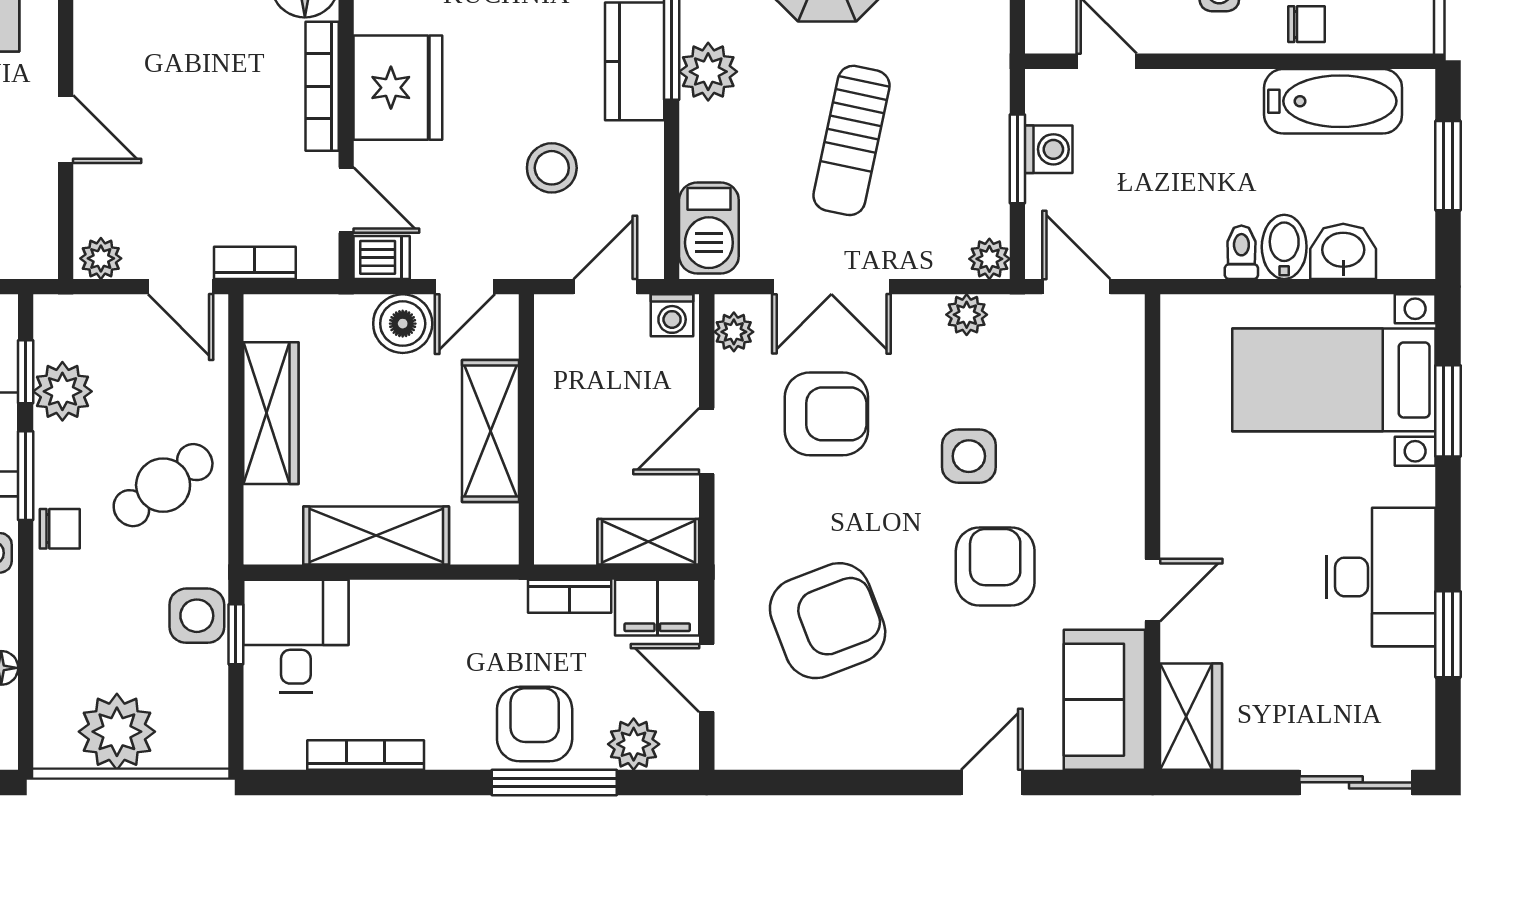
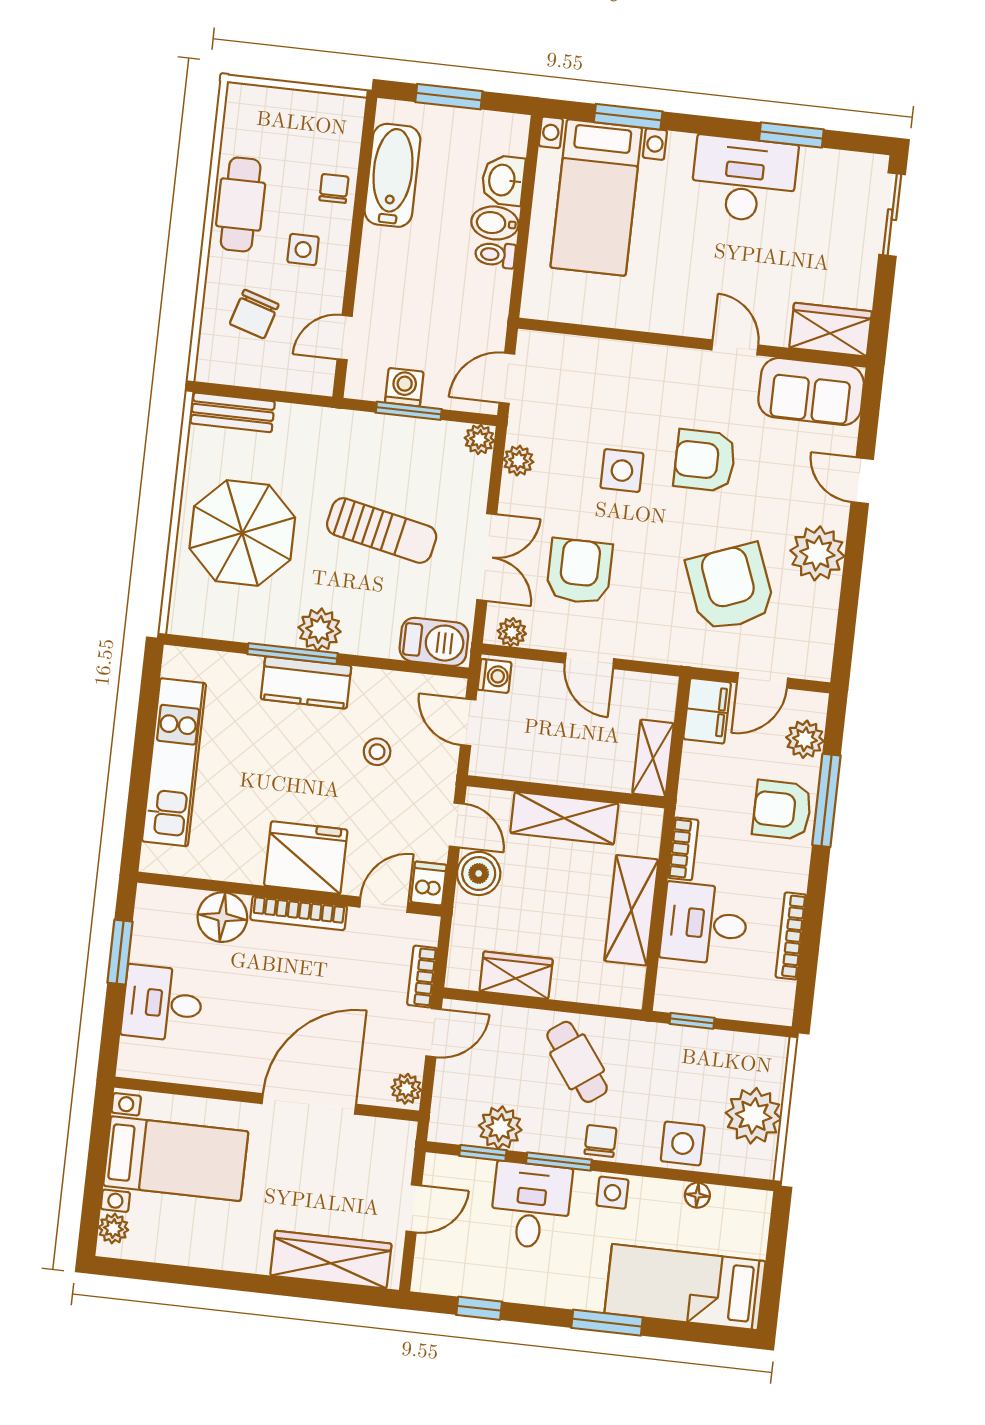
door: (66, 129) -> (309, 1104), width x1.87
stool: (552, 168) -> (377, 752), width x0.73, depth x0.73
wardrobe: (271, 413) -> (516, 975), width x0.67
shelving: (648, 542) -> (653, 758), moved
bookcase: (570, 596) -> (683, 849), moved
side table: (197, 616) -> (683, 1143), moved
desk: (296, 636) -> (704, 924), moved
plant: (887, 733) -> (817, 553), added

